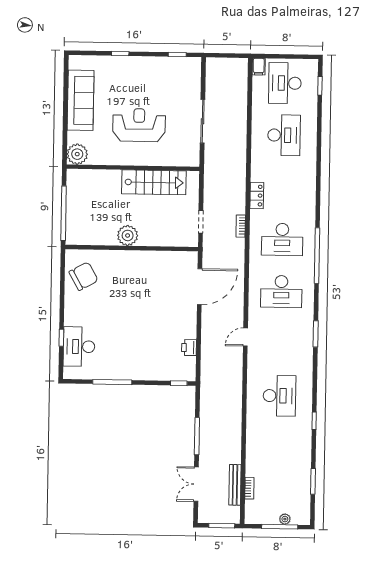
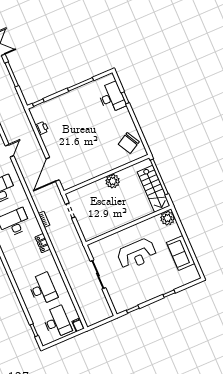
sofa: (81, 100) -> (181, 253), width x0.73
desk: (284, 135) -> (43, 289), turned 180
stairs: (154, 182) -> (154, 189), moved, turned -90

